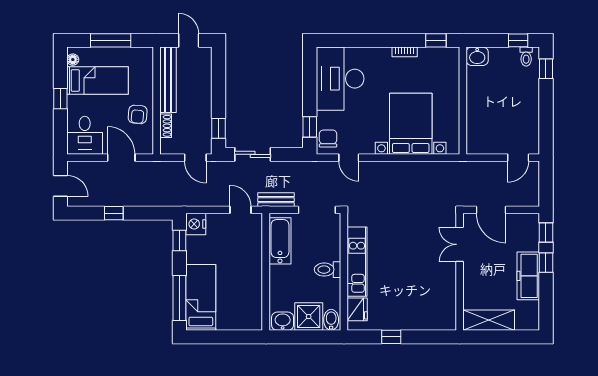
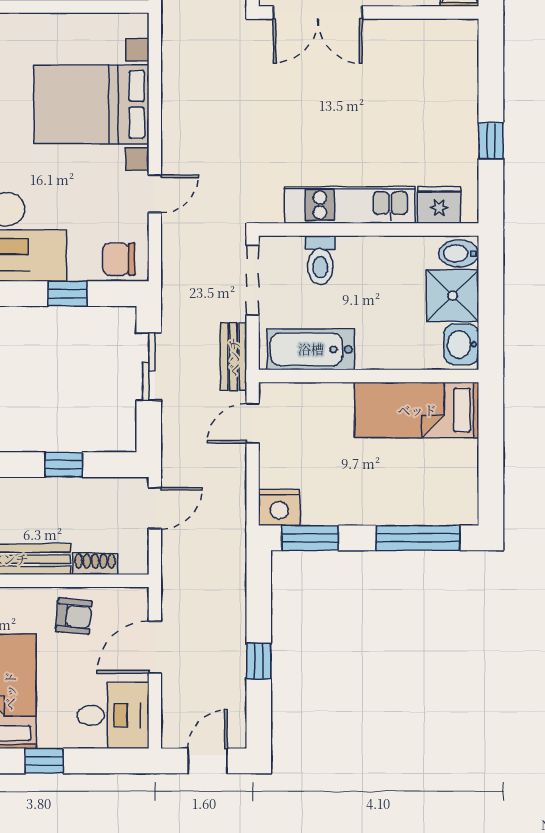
window: (310, 127) -> (67, 294), moved
window: (219, 128) -> (64, 465), moved
sliding door: (253, 154) -> (149, 367), moved
door: (349, 158) -> (155, 194), moved
window: (179, 240) -> (310, 538), width x1.50
double door: (460, 244) -> (318, 13), width x1.37
toilet: (328, 270) -> (320, 260), moved
bed: (201, 297) -> (417, 410), moved

